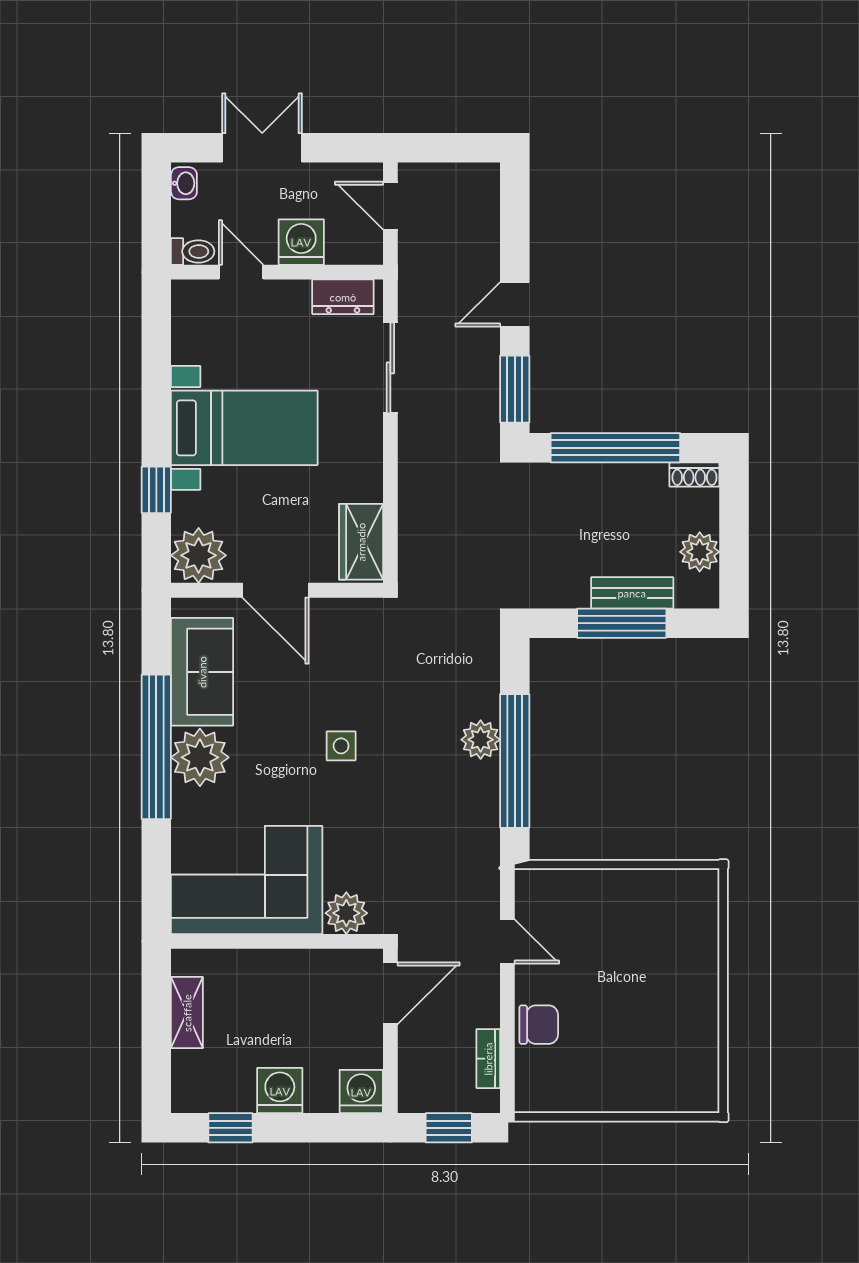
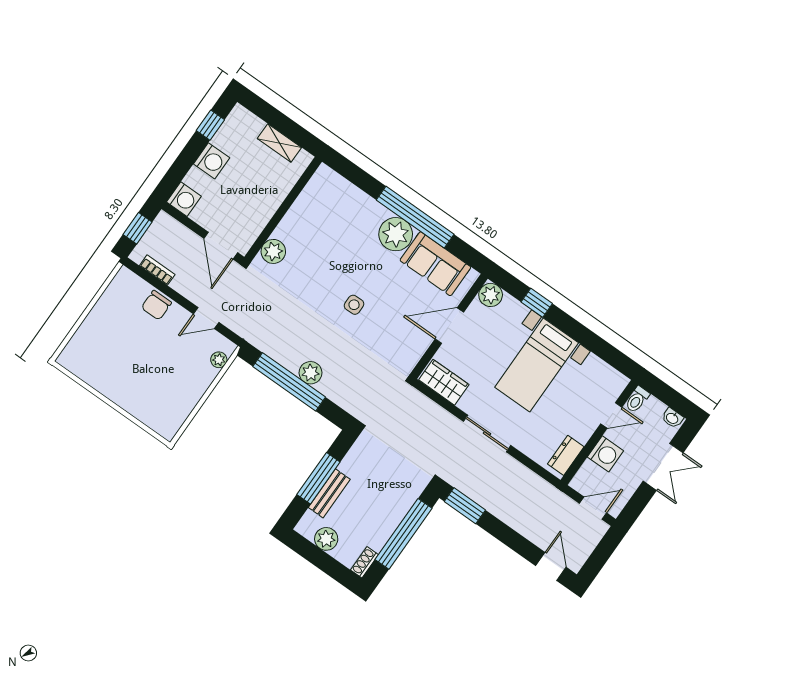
door: (515, 304) -> (551, 566), moved
sliding door: (390, 368) -> (487, 433), moved
plant: (199, 555) -> (491, 295), width x0.73, depth x0.73
corner sofa: (247, 880) -> (322, 215), removed
plant: (554, 882) -> (219, 360), added

